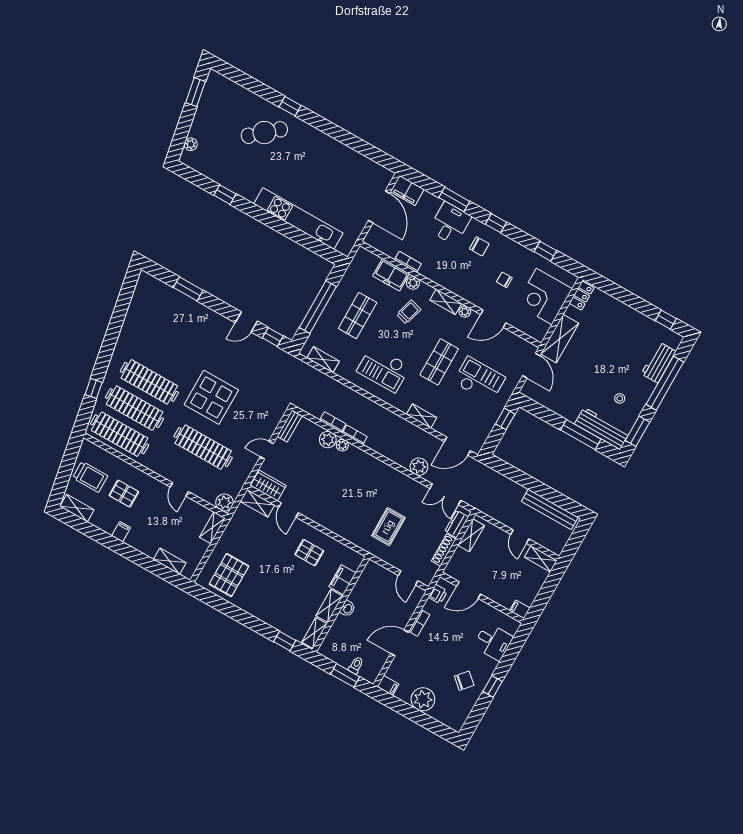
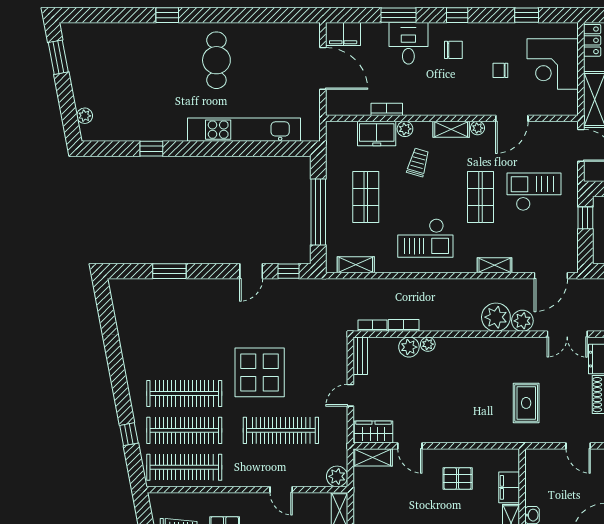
cafe table: (264, 133) -> (216, 60), moved, turned -49
bookcase: (355, 435) -> (373, 326), moved
plant: (402, 453) -> (496, 317), added

